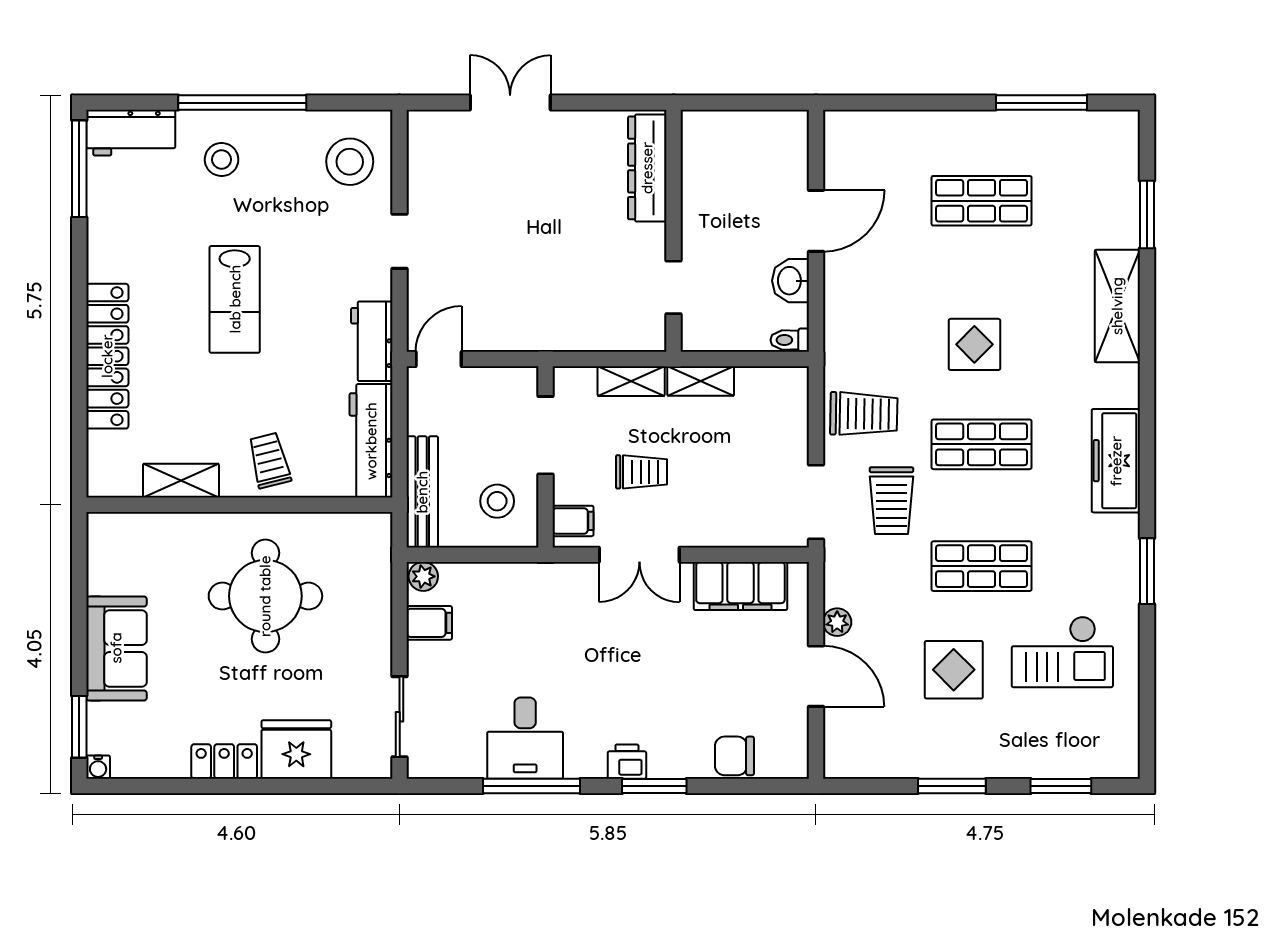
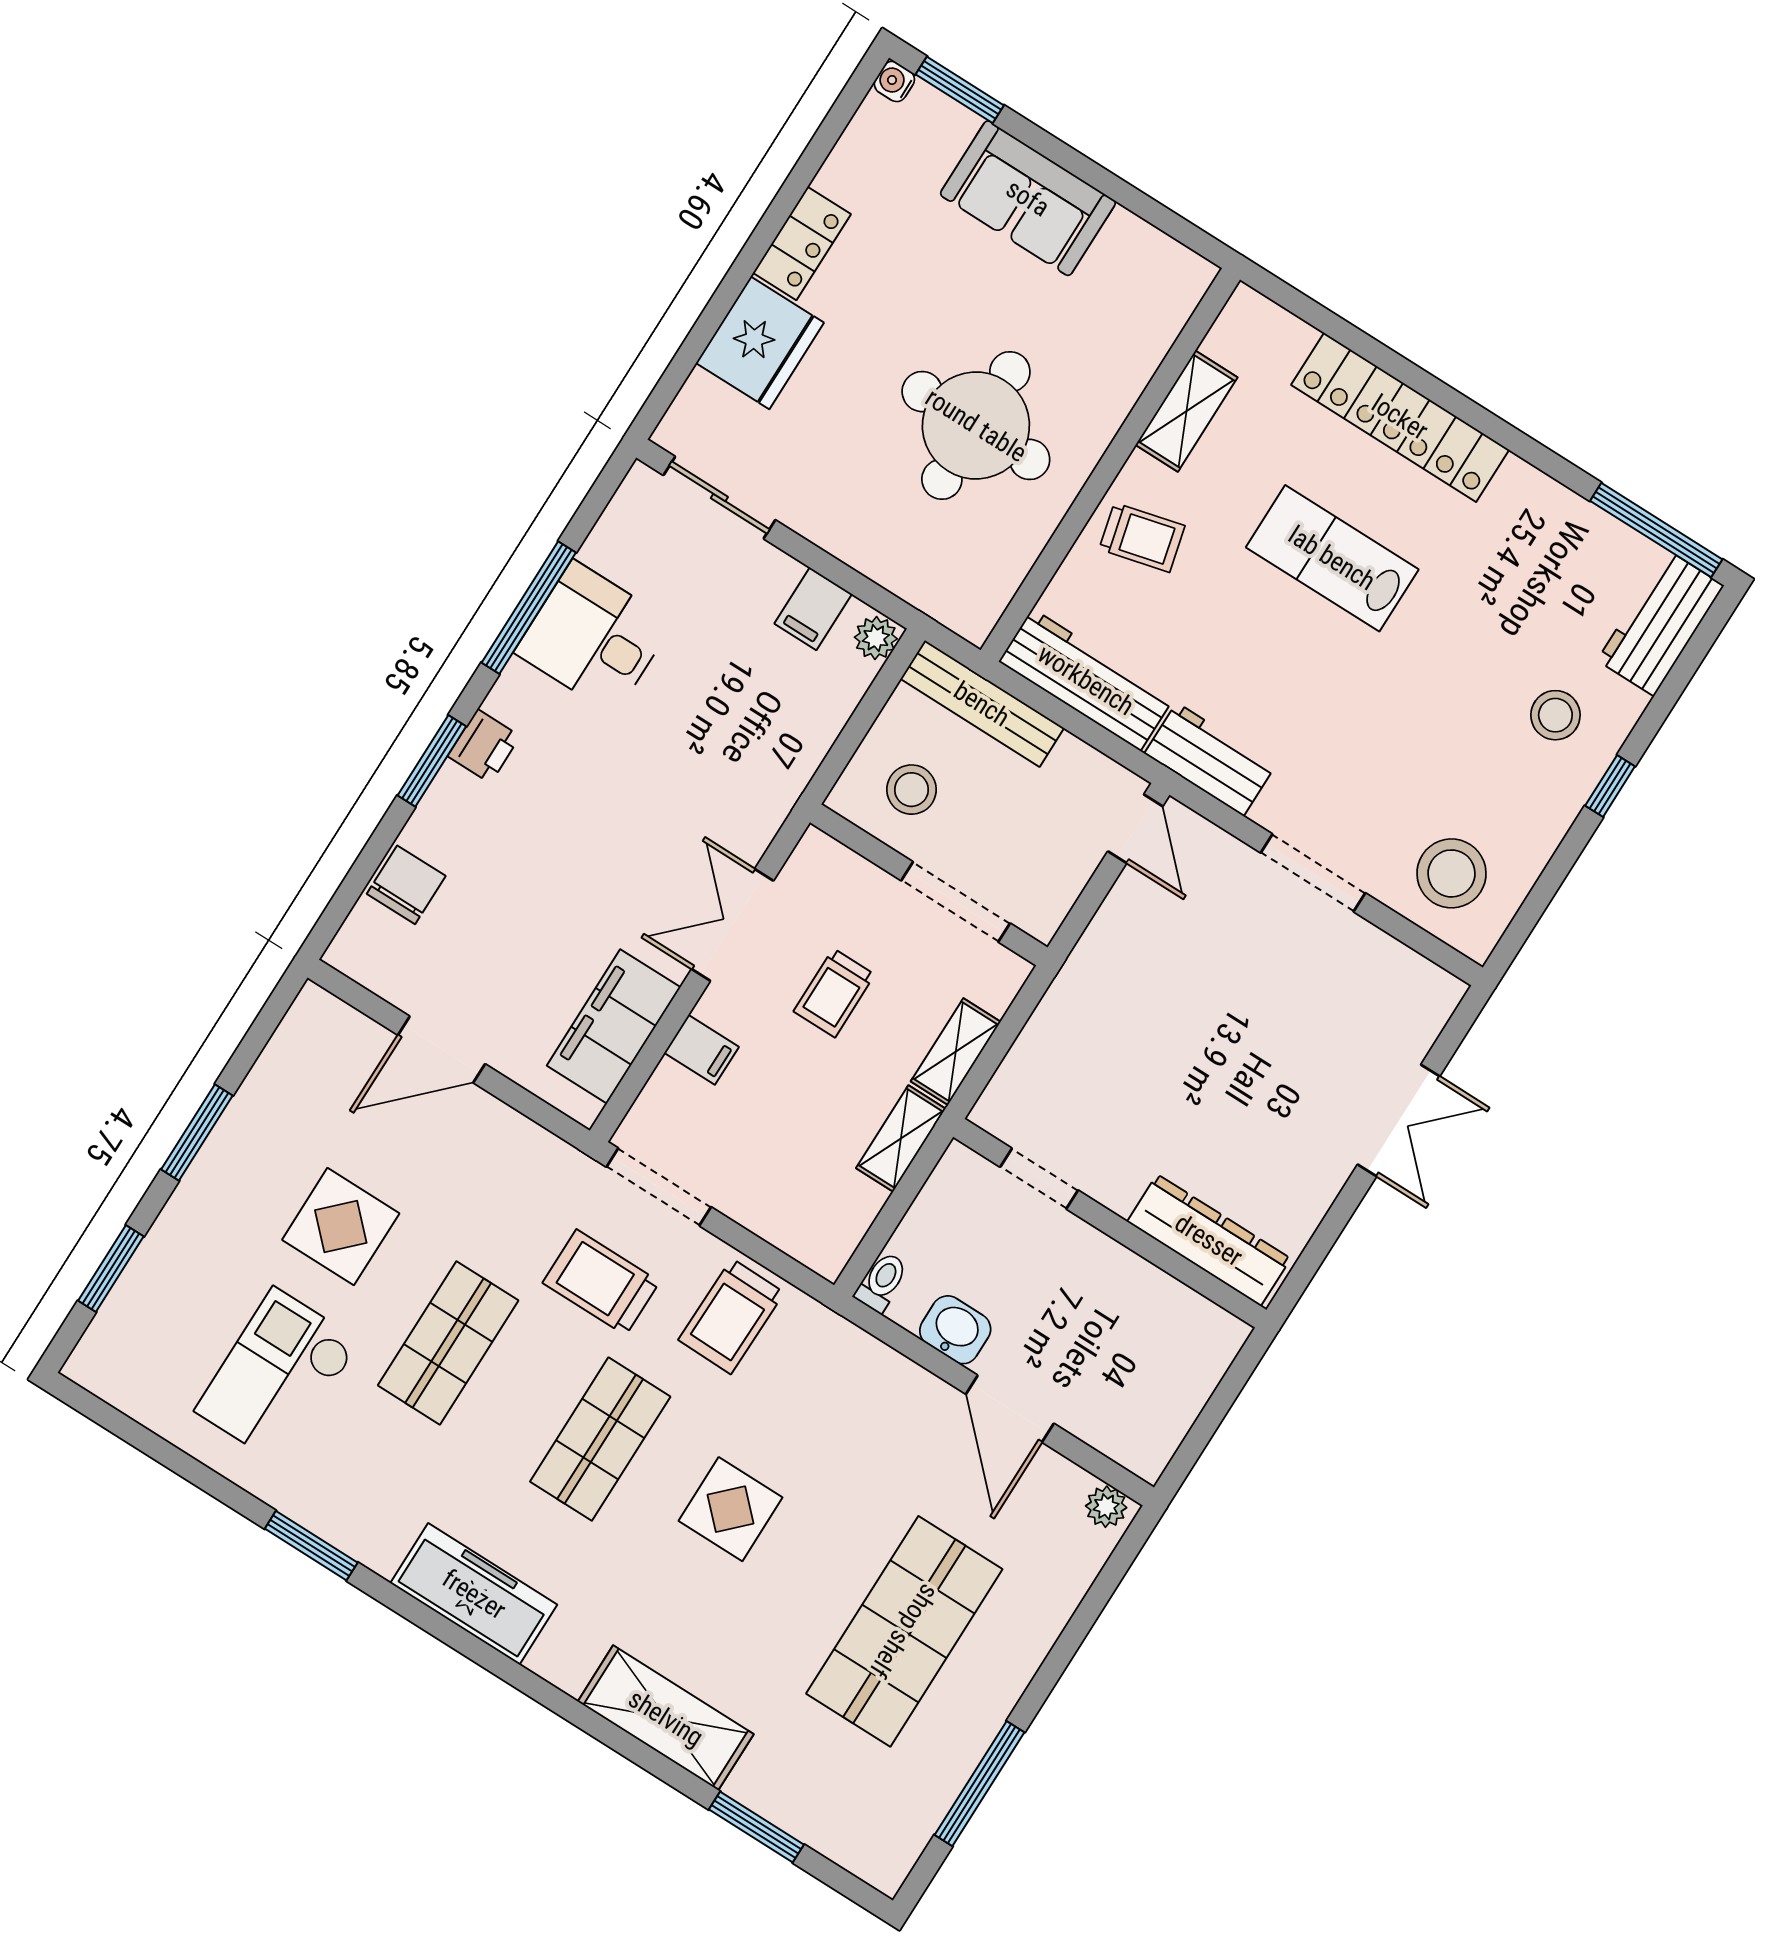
window: (242, 103) -> (1610, 786), width x0.32
shop shelf: (982, 201) -> (904, 1631), width x1.43, depth x1.36
doorway: (400, 241) -> (1313, 873), width x1.38
lab bench: (235, 299) -> (1332, 558), moved
filing cabinet: (573, 521) -> (702, 1050), moved, turned -90
plant: (837, 622) -> (1106, 1507), moved

